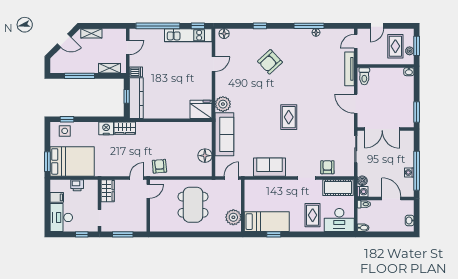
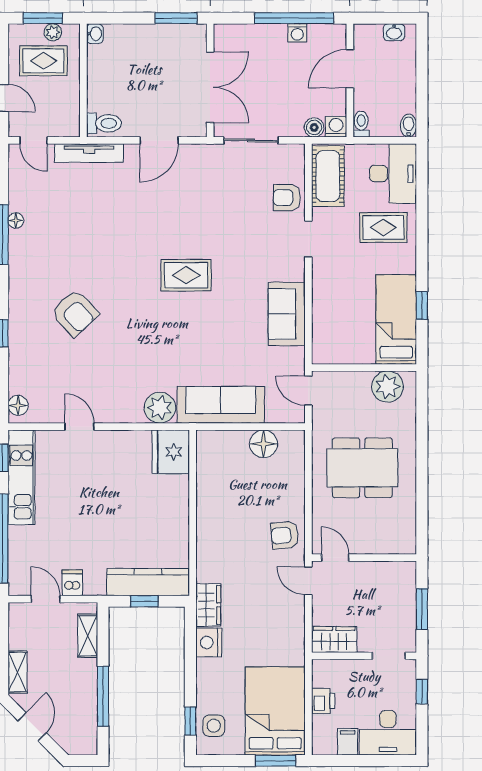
dishwasher: (136, 72) -> (72, 583), moved

